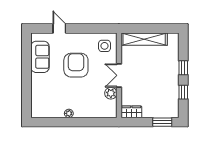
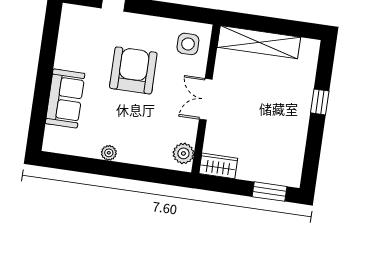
sofa: (40, 57) -> (65, 98), moved
window: (183, 92) -> (314, 144), removed
plant: (111, 93) -> (183, 153), moved

